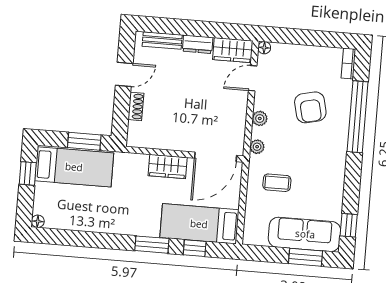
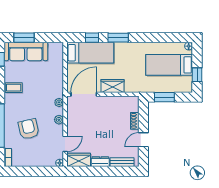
bed: (74, 167) -> (169, 65), moved
coffee table: (277, 183) -> (14, 88), moved

